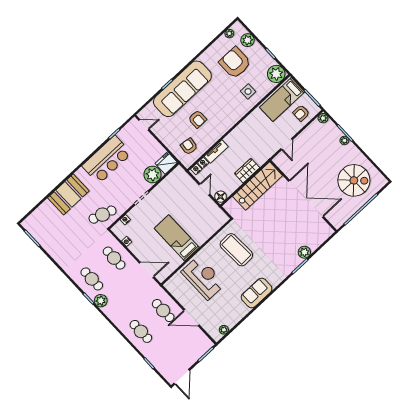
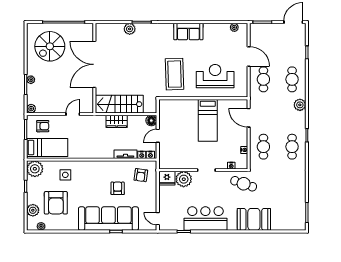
spiral stairs: (354, 180) -> (50, 46), turned -90
reception desk: (203, 278) -> (215, 76), turned 90
plant: (101, 301) -> (300, 105), moved

